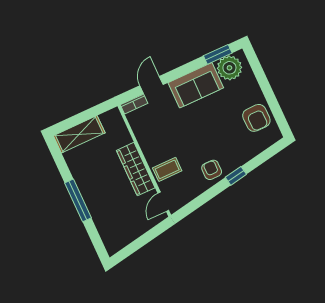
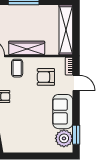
armchair: (256, 118) -> (46, 77), moved
shelving: (79, 134) -> (66, 30), width x1.47

